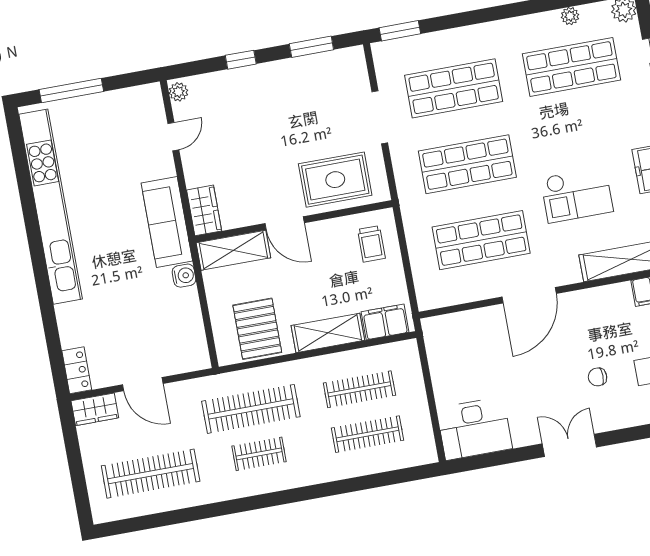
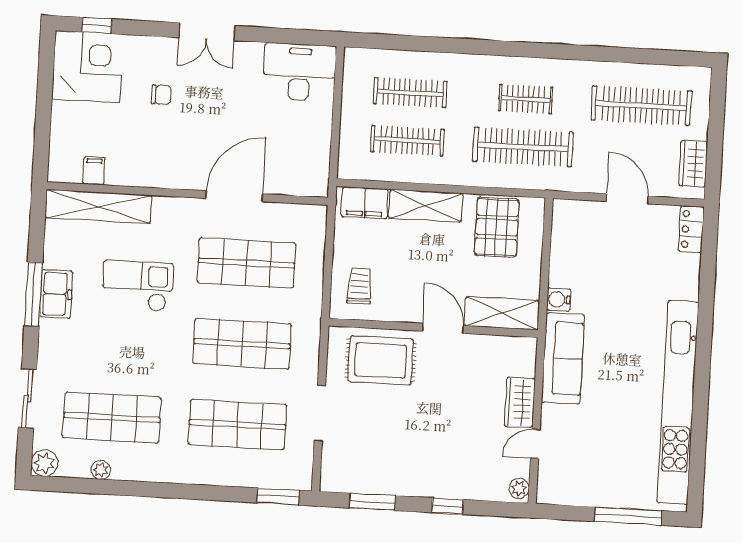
wardrobe: (204, 210) -> (520, 402), moved
door: (529, 295) -> (234, 196), moved
wardrobe: (95, 409) -> (693, 164), moved, turned -90

